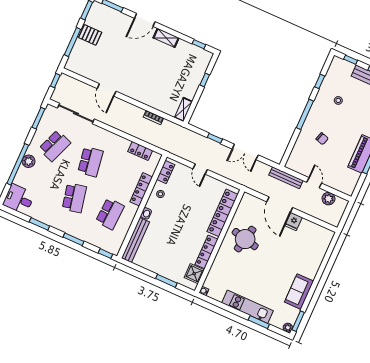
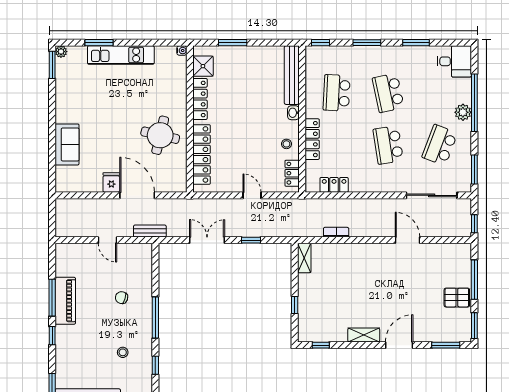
bench: (286, 178) -> (150, 231), width x0.73
plant: (328, 199) -> (82, 229), removed
sofa: (299, 292) -> (67, 144), moved

